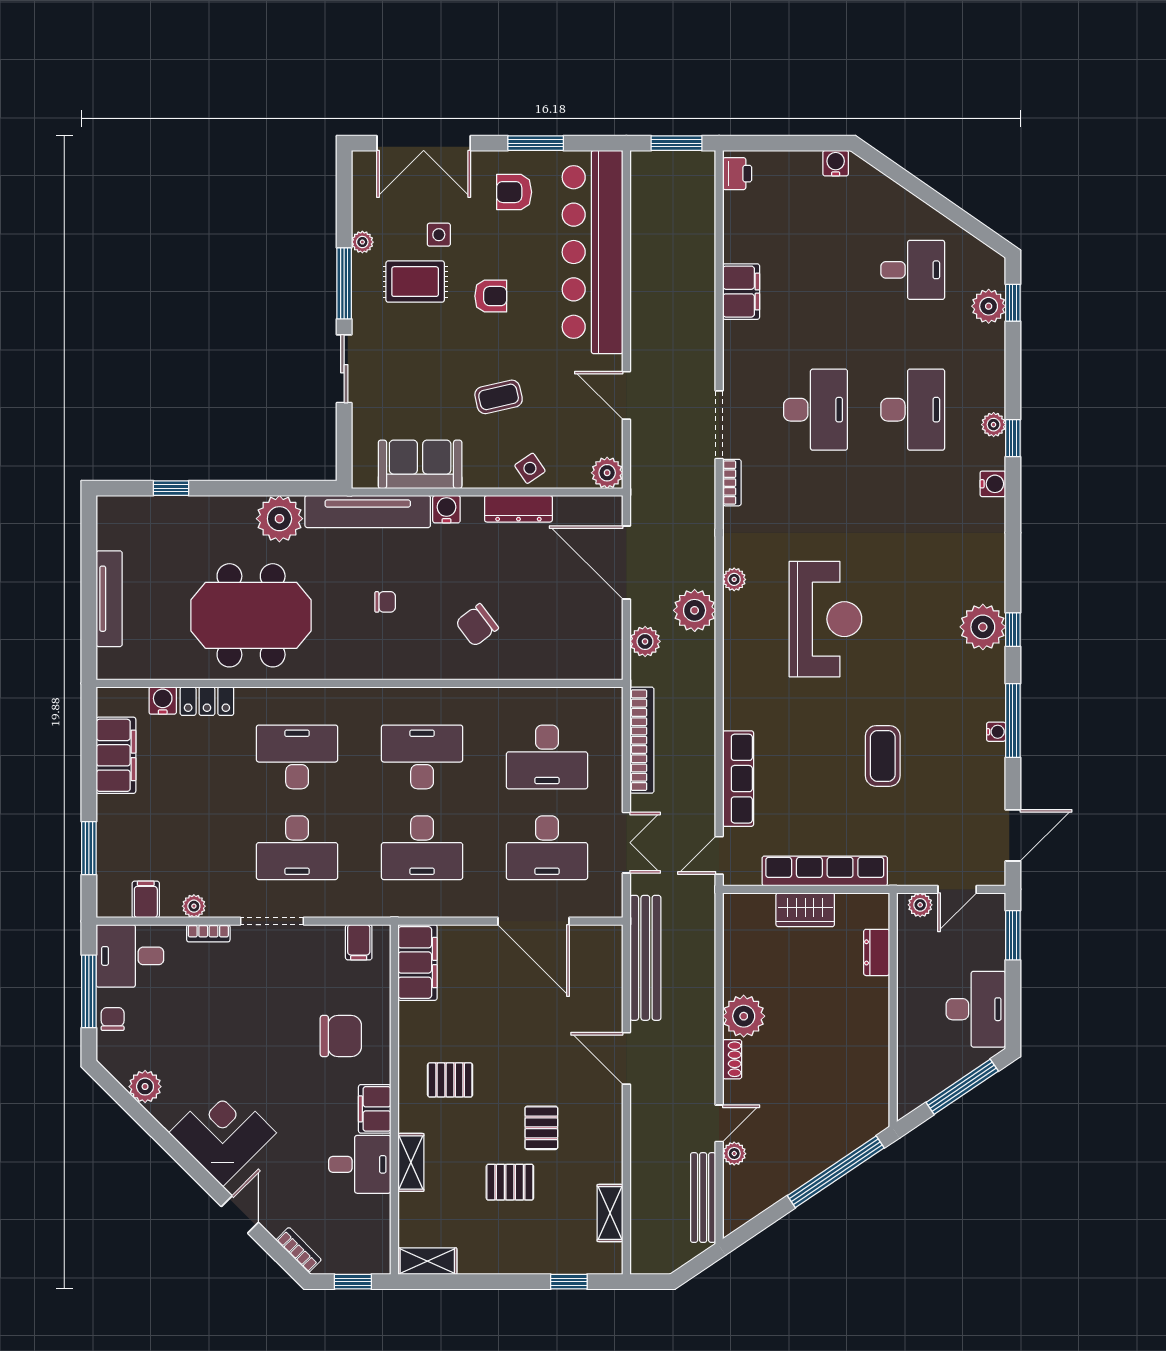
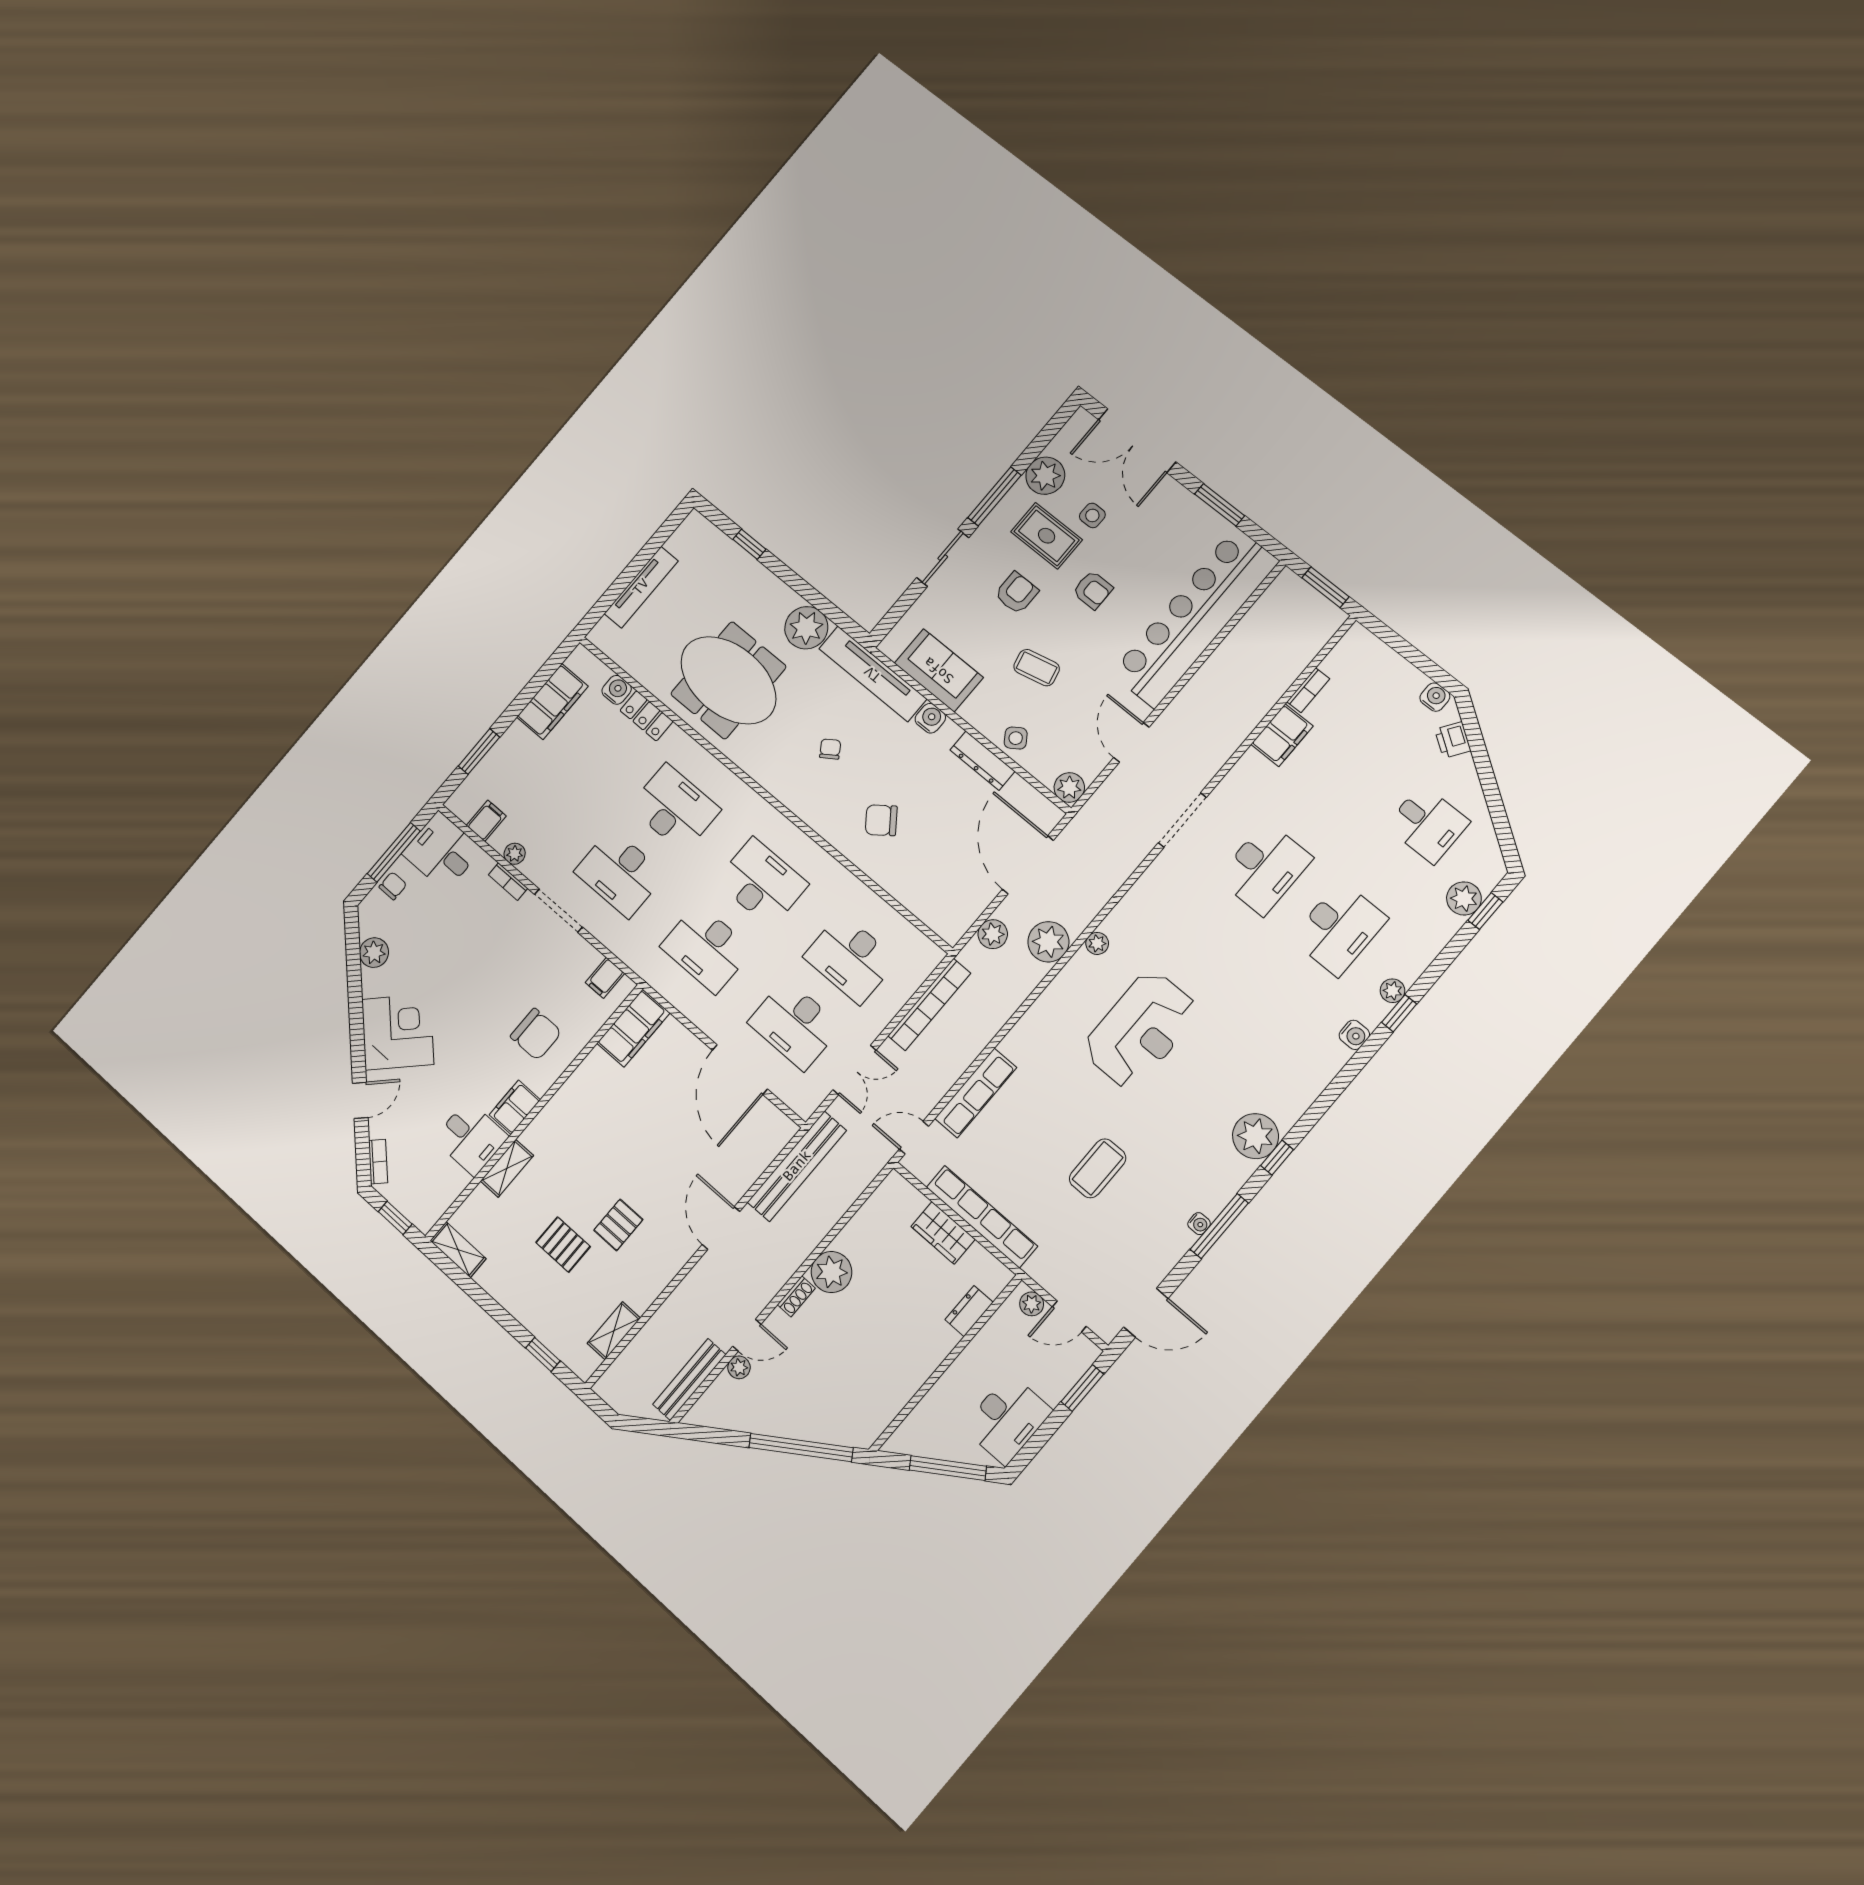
printer: (737, 174) -> (1453, 740), moved, turned 125
armchair: (514, 192) -> (1017, 593), moved, turned 90
plant: (362, 242) -> (1045, 476), width x1.88, depth x1.88
bookcase: (732, 483) -> (1308, 690), moved
chair: (385, 602) -> (830, 749), turned -124
pallet: (450, 1080) -> (584, 1133), removed

